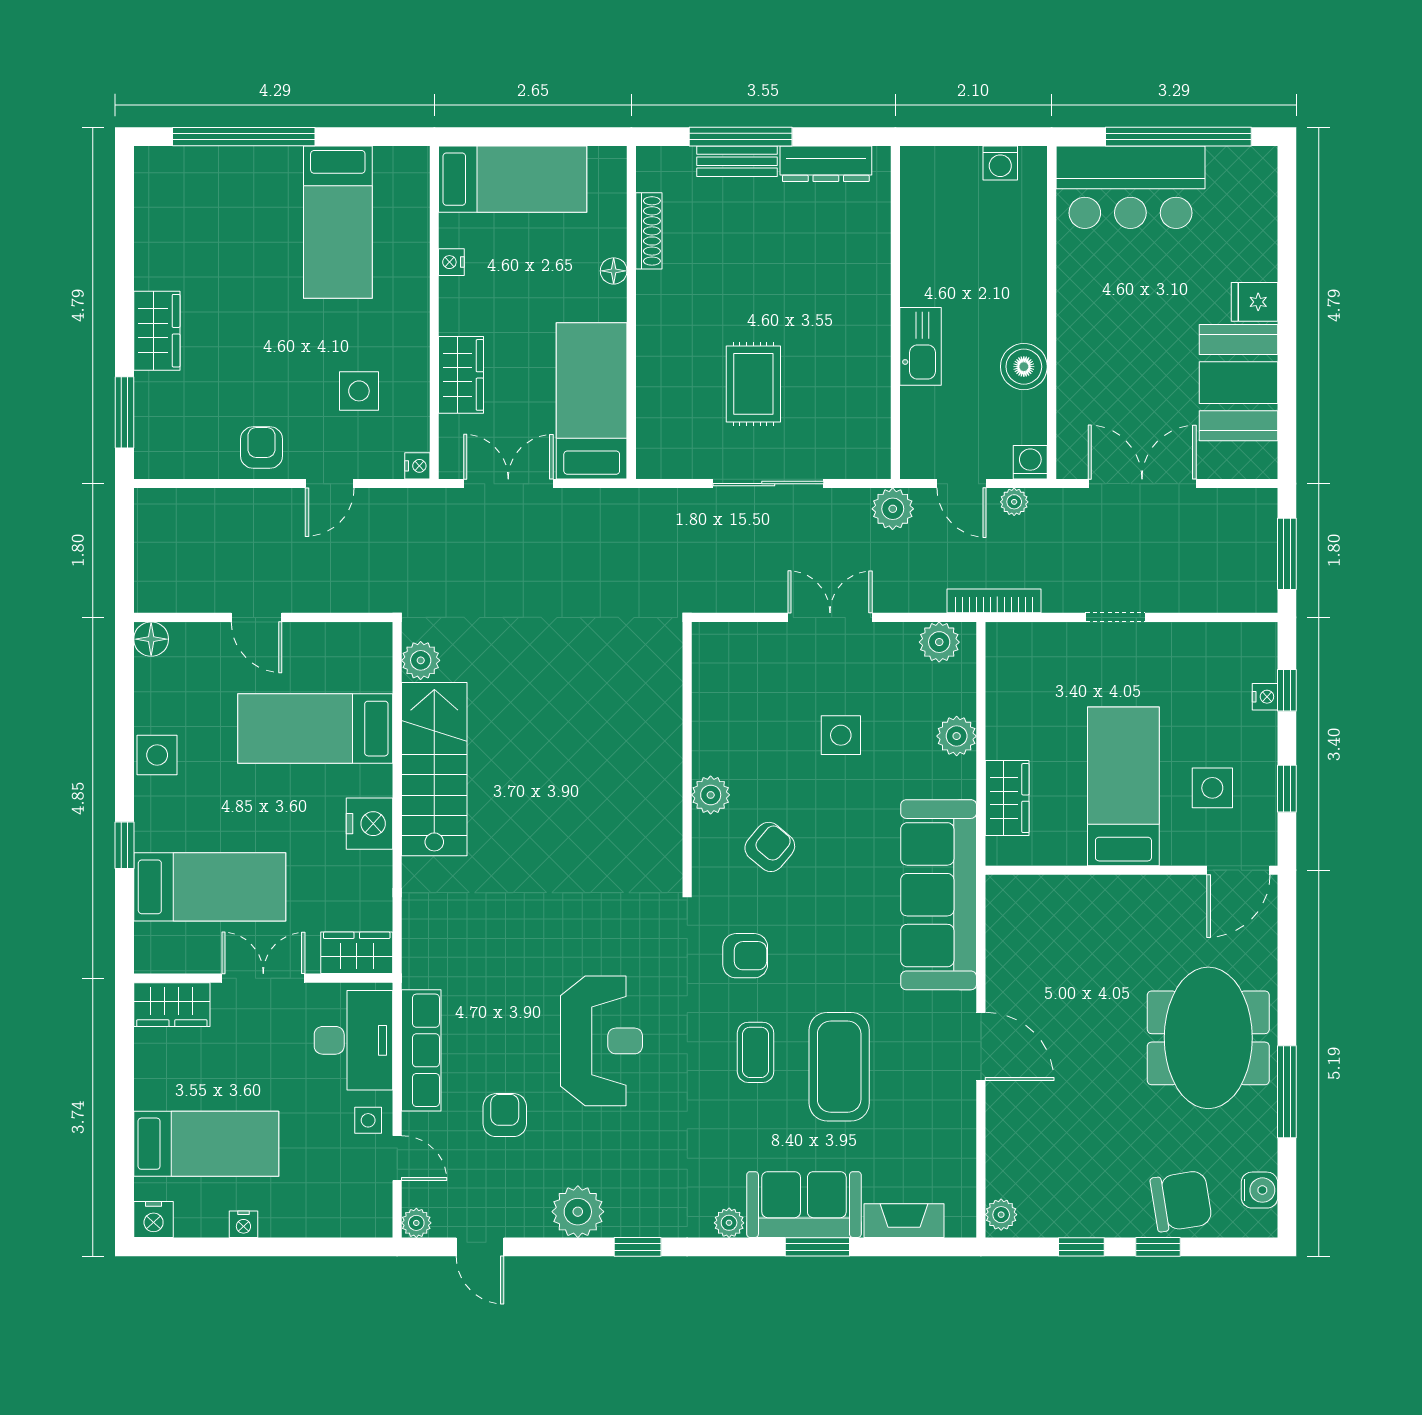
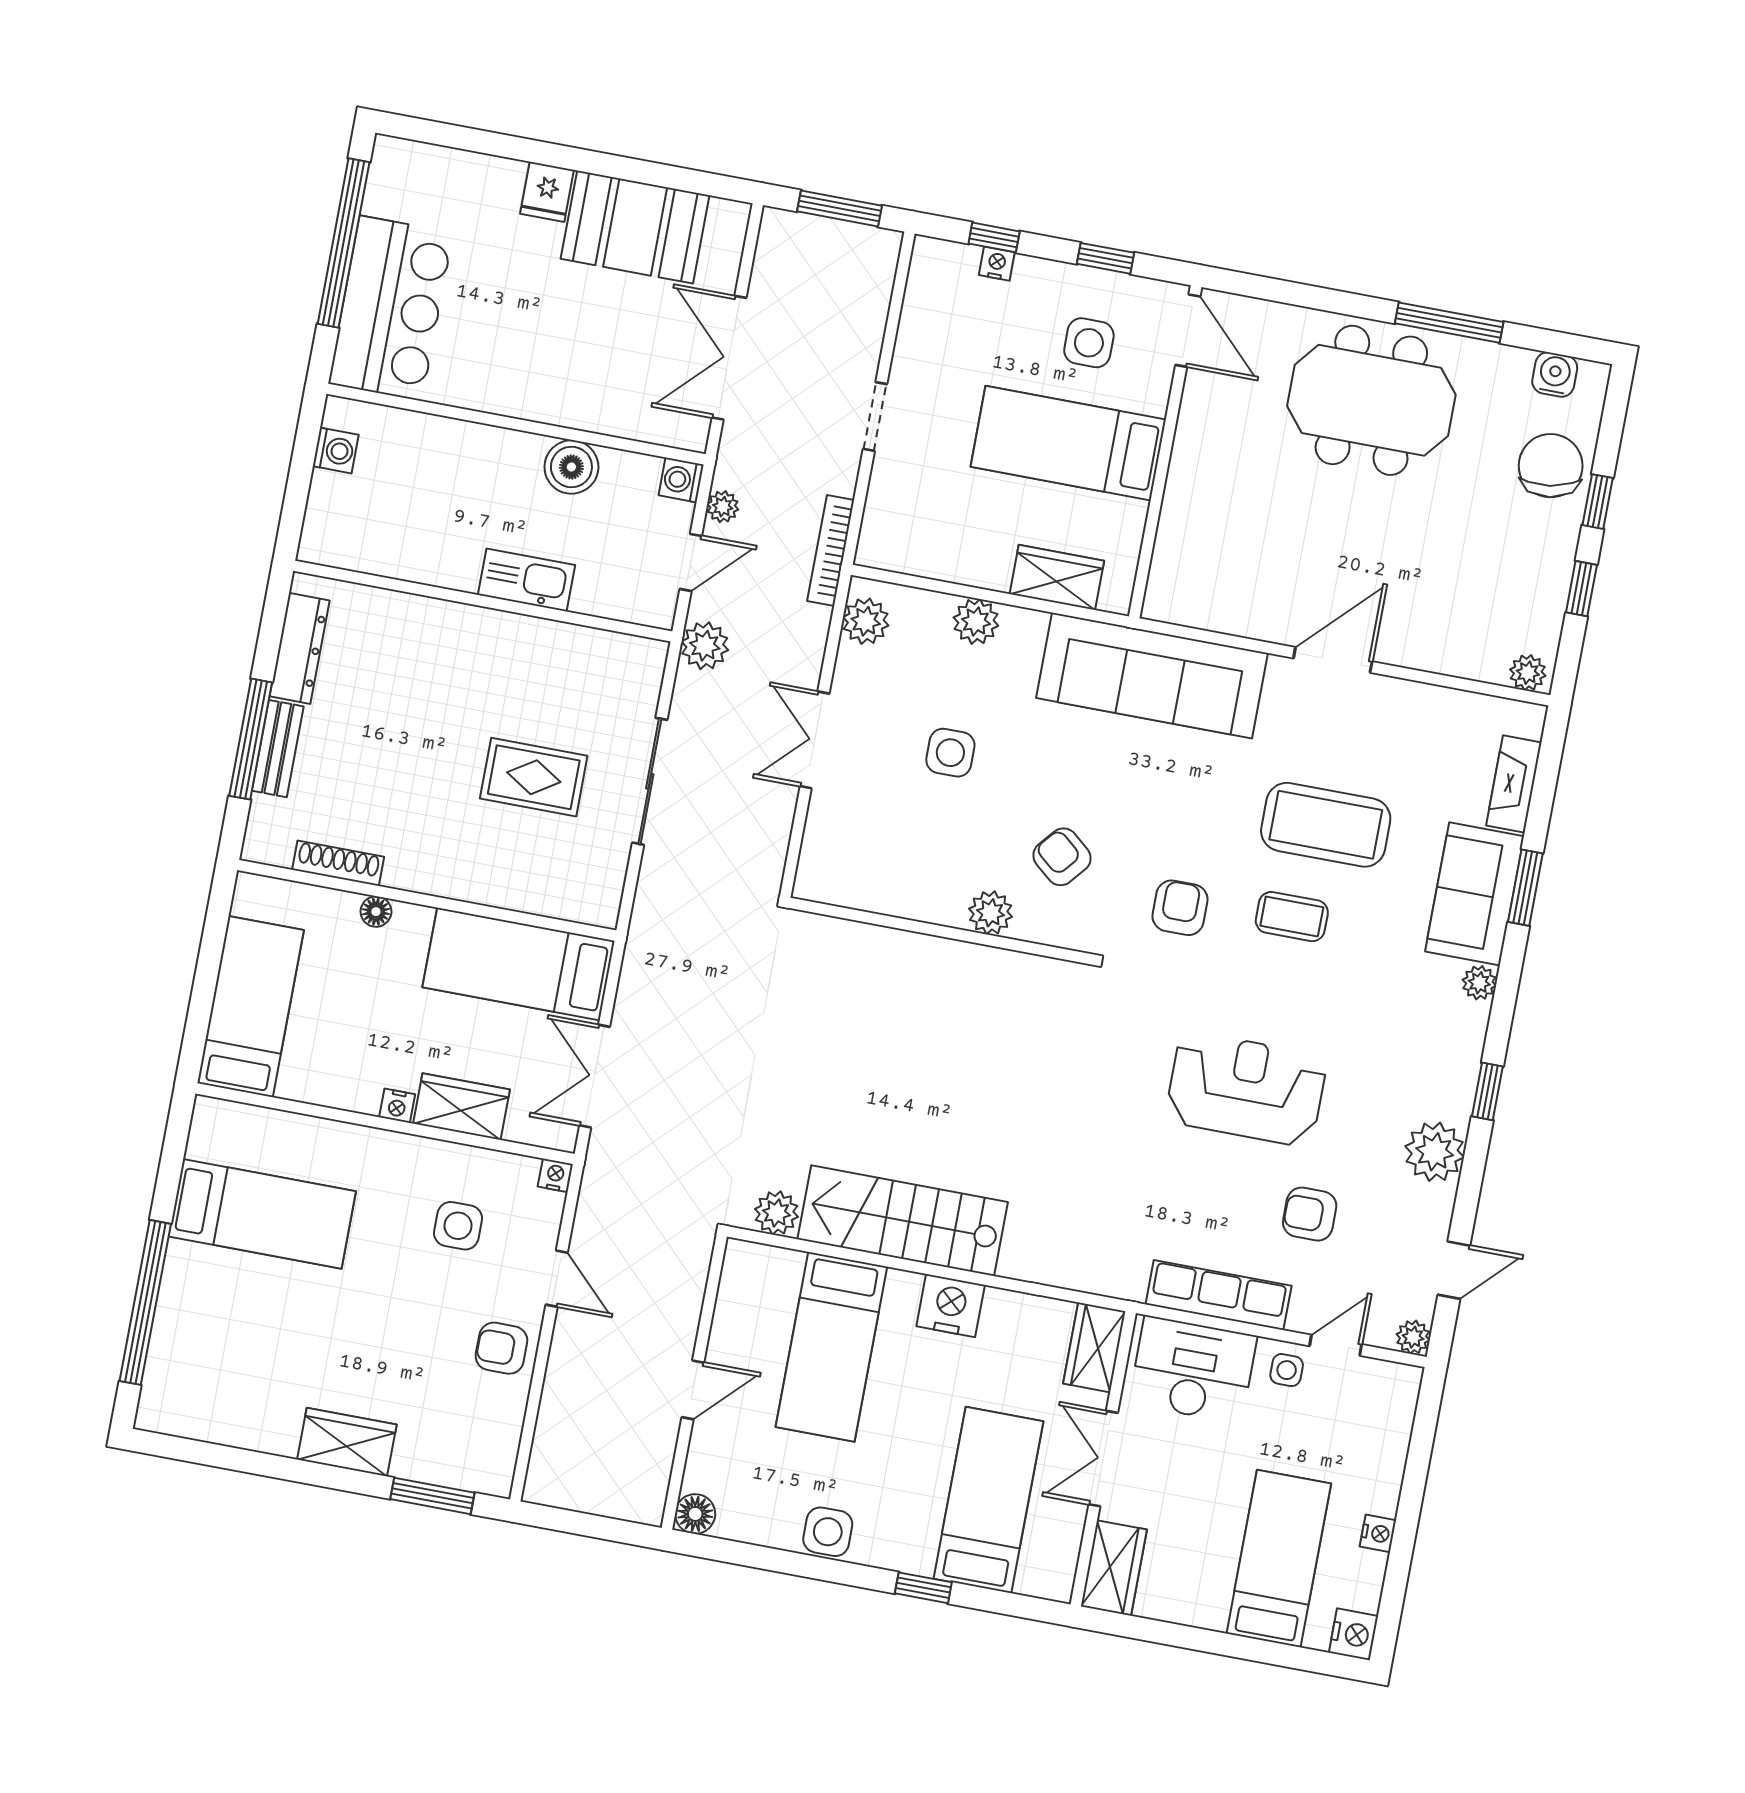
nightstand: (451, 262) -> (397, 1106), moved

